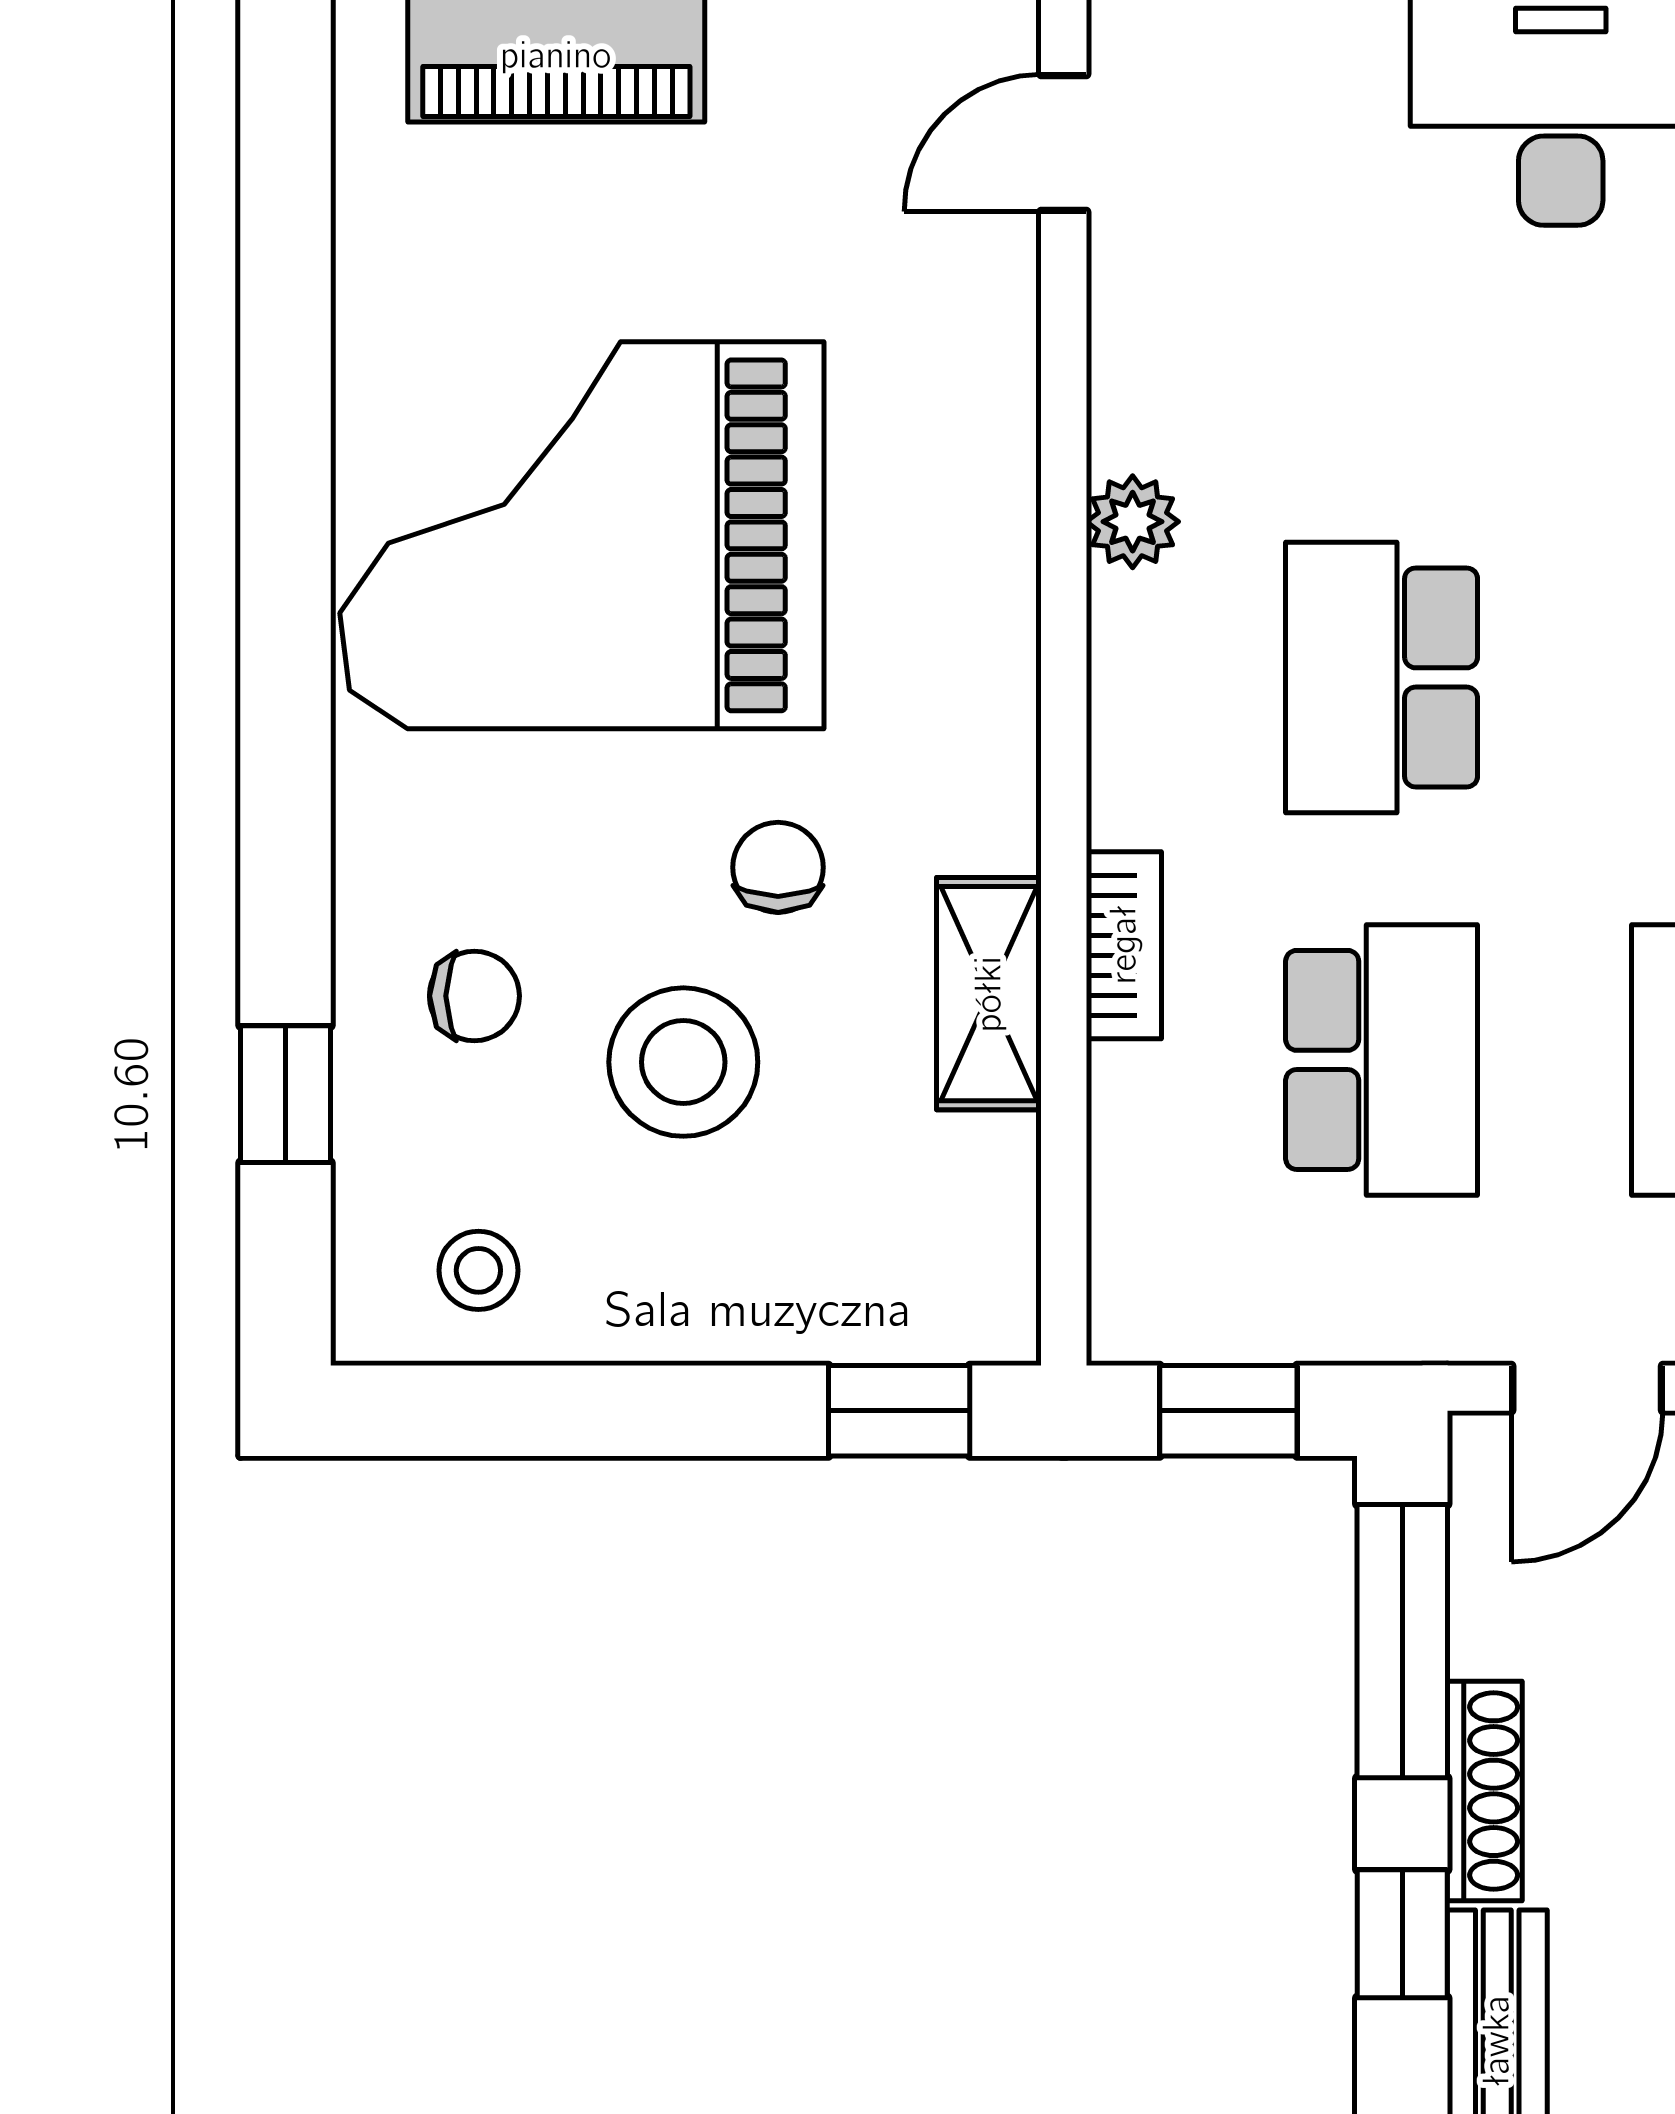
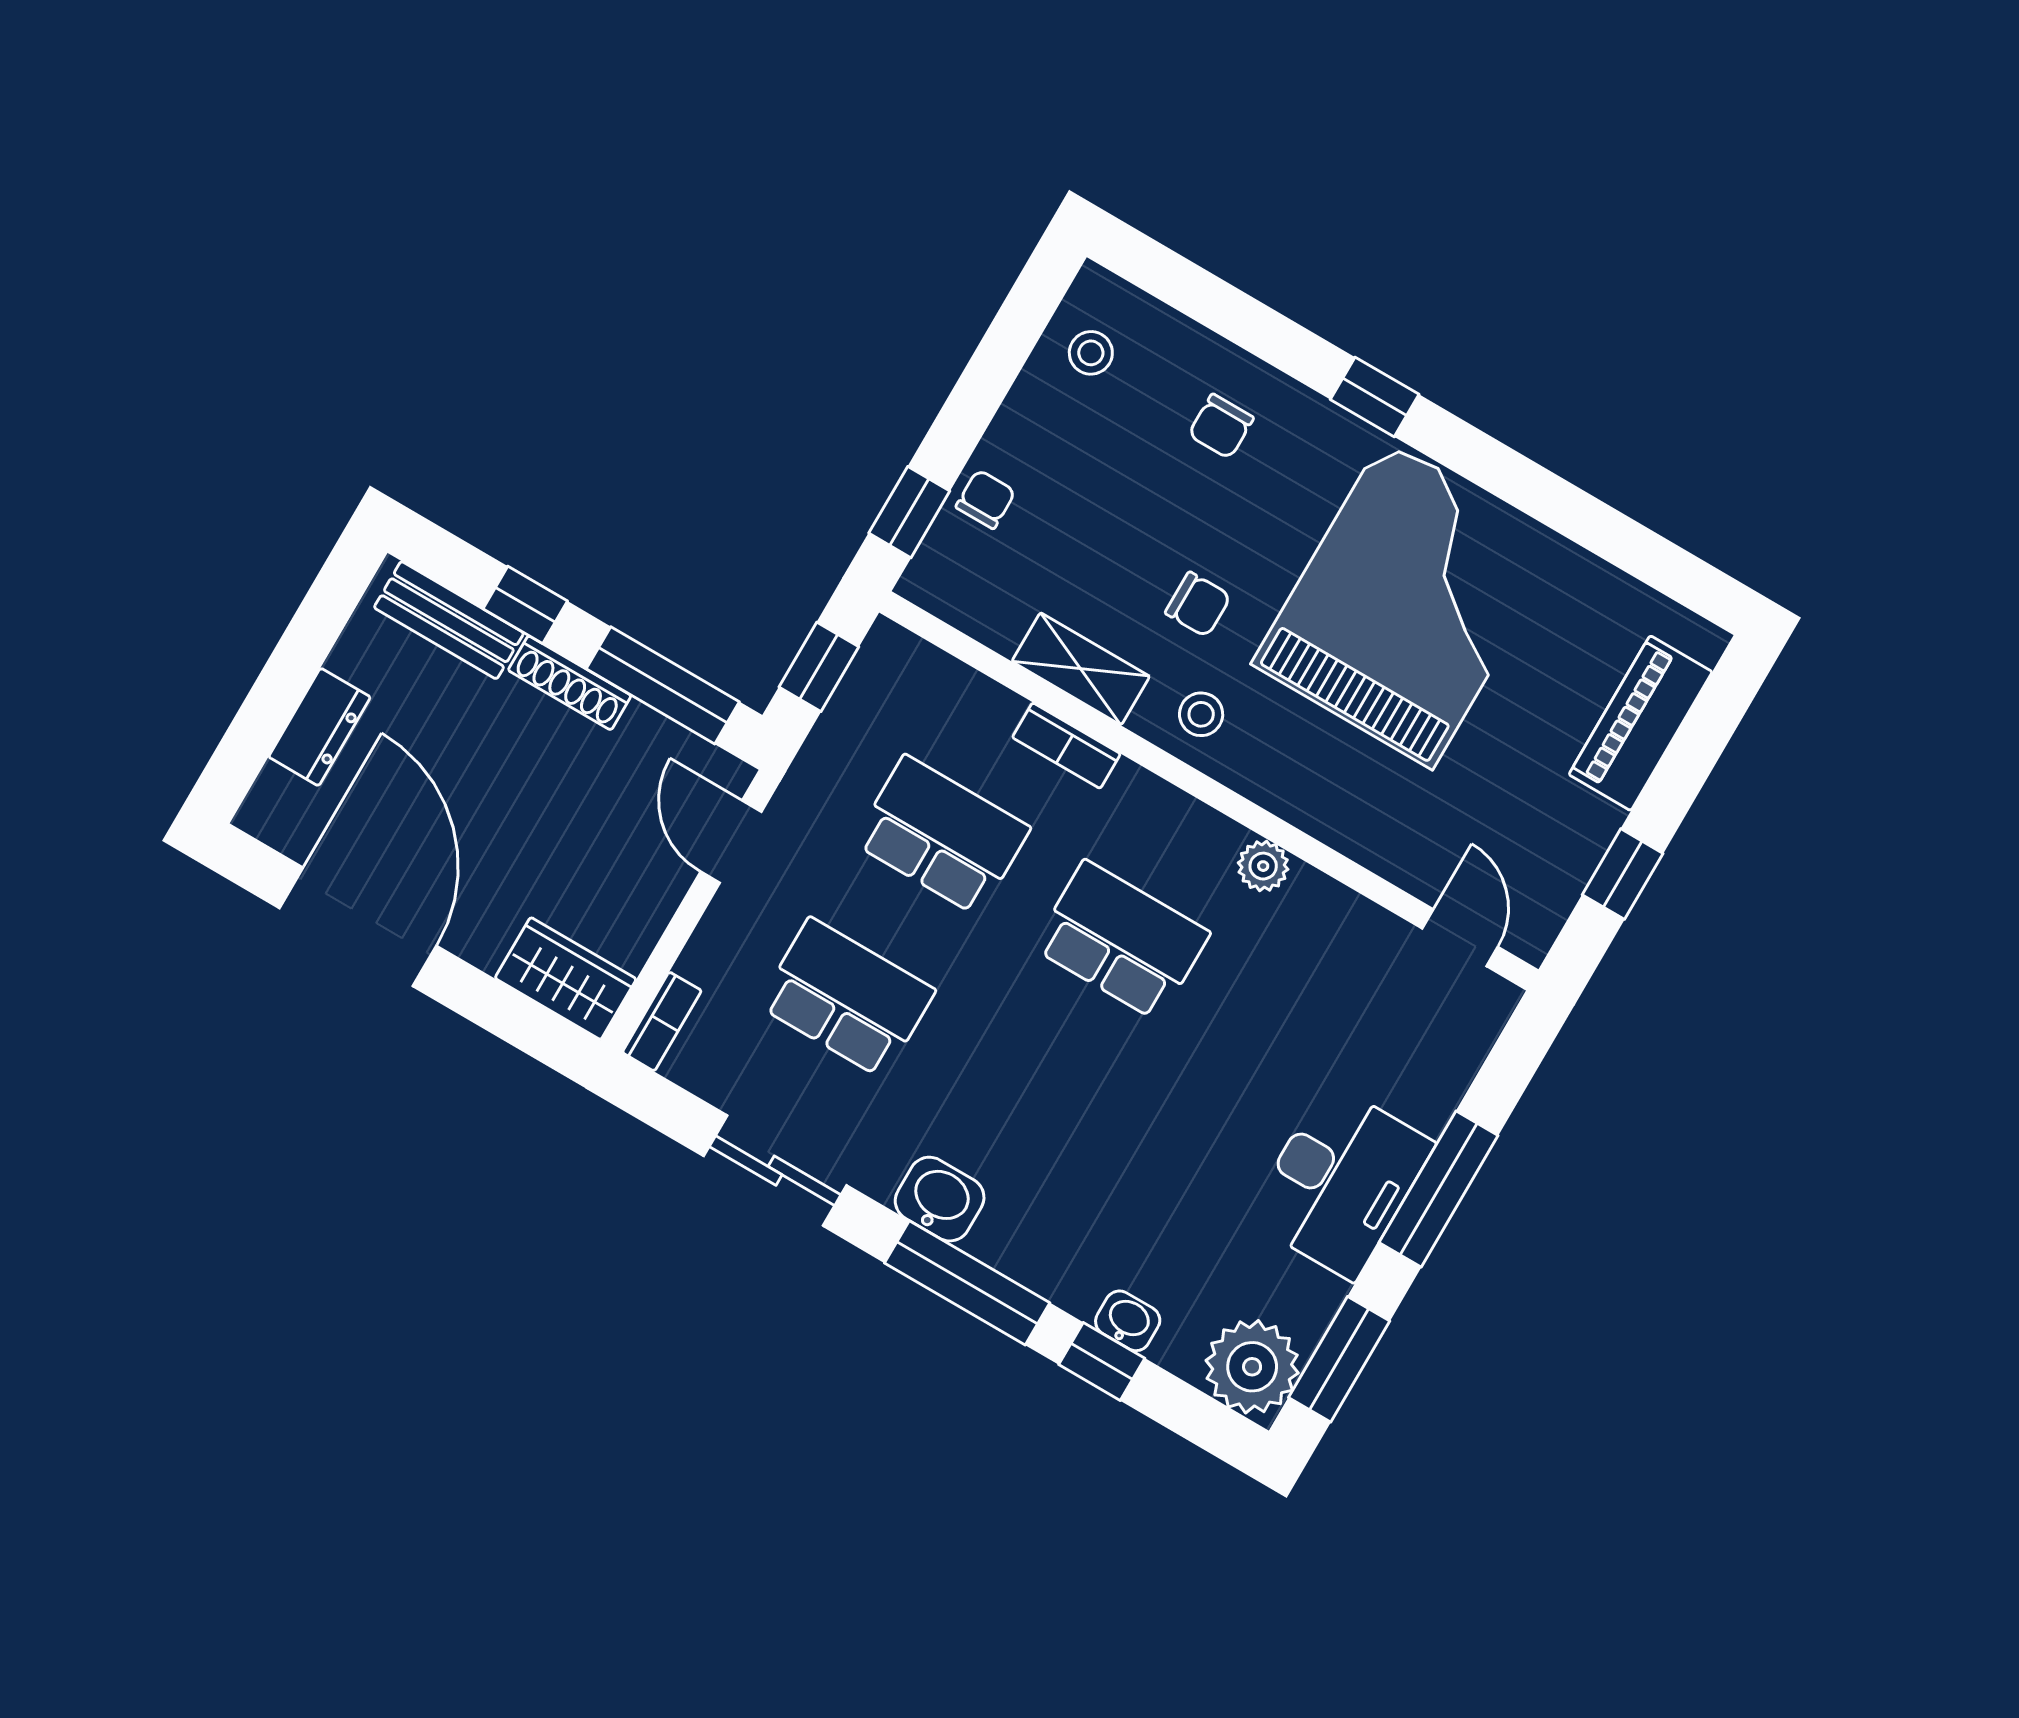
school desk: (1382, 1060) -> (942, 835), turned 180
stool: (683, 1062) -> (1201, 714), moved, width x0.53, depth x0.53
window: (285, 1094) -> (1375, 397), moved
chair: (808, 1302) -> (986, 499), added

